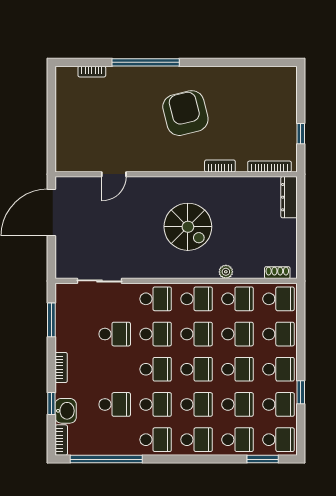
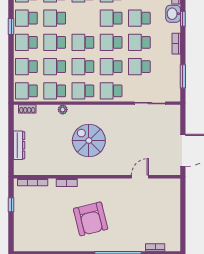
dresser: (289, 197) -> (19, 145), moved
school desk: (197, 404) -> (139, 42), moved

